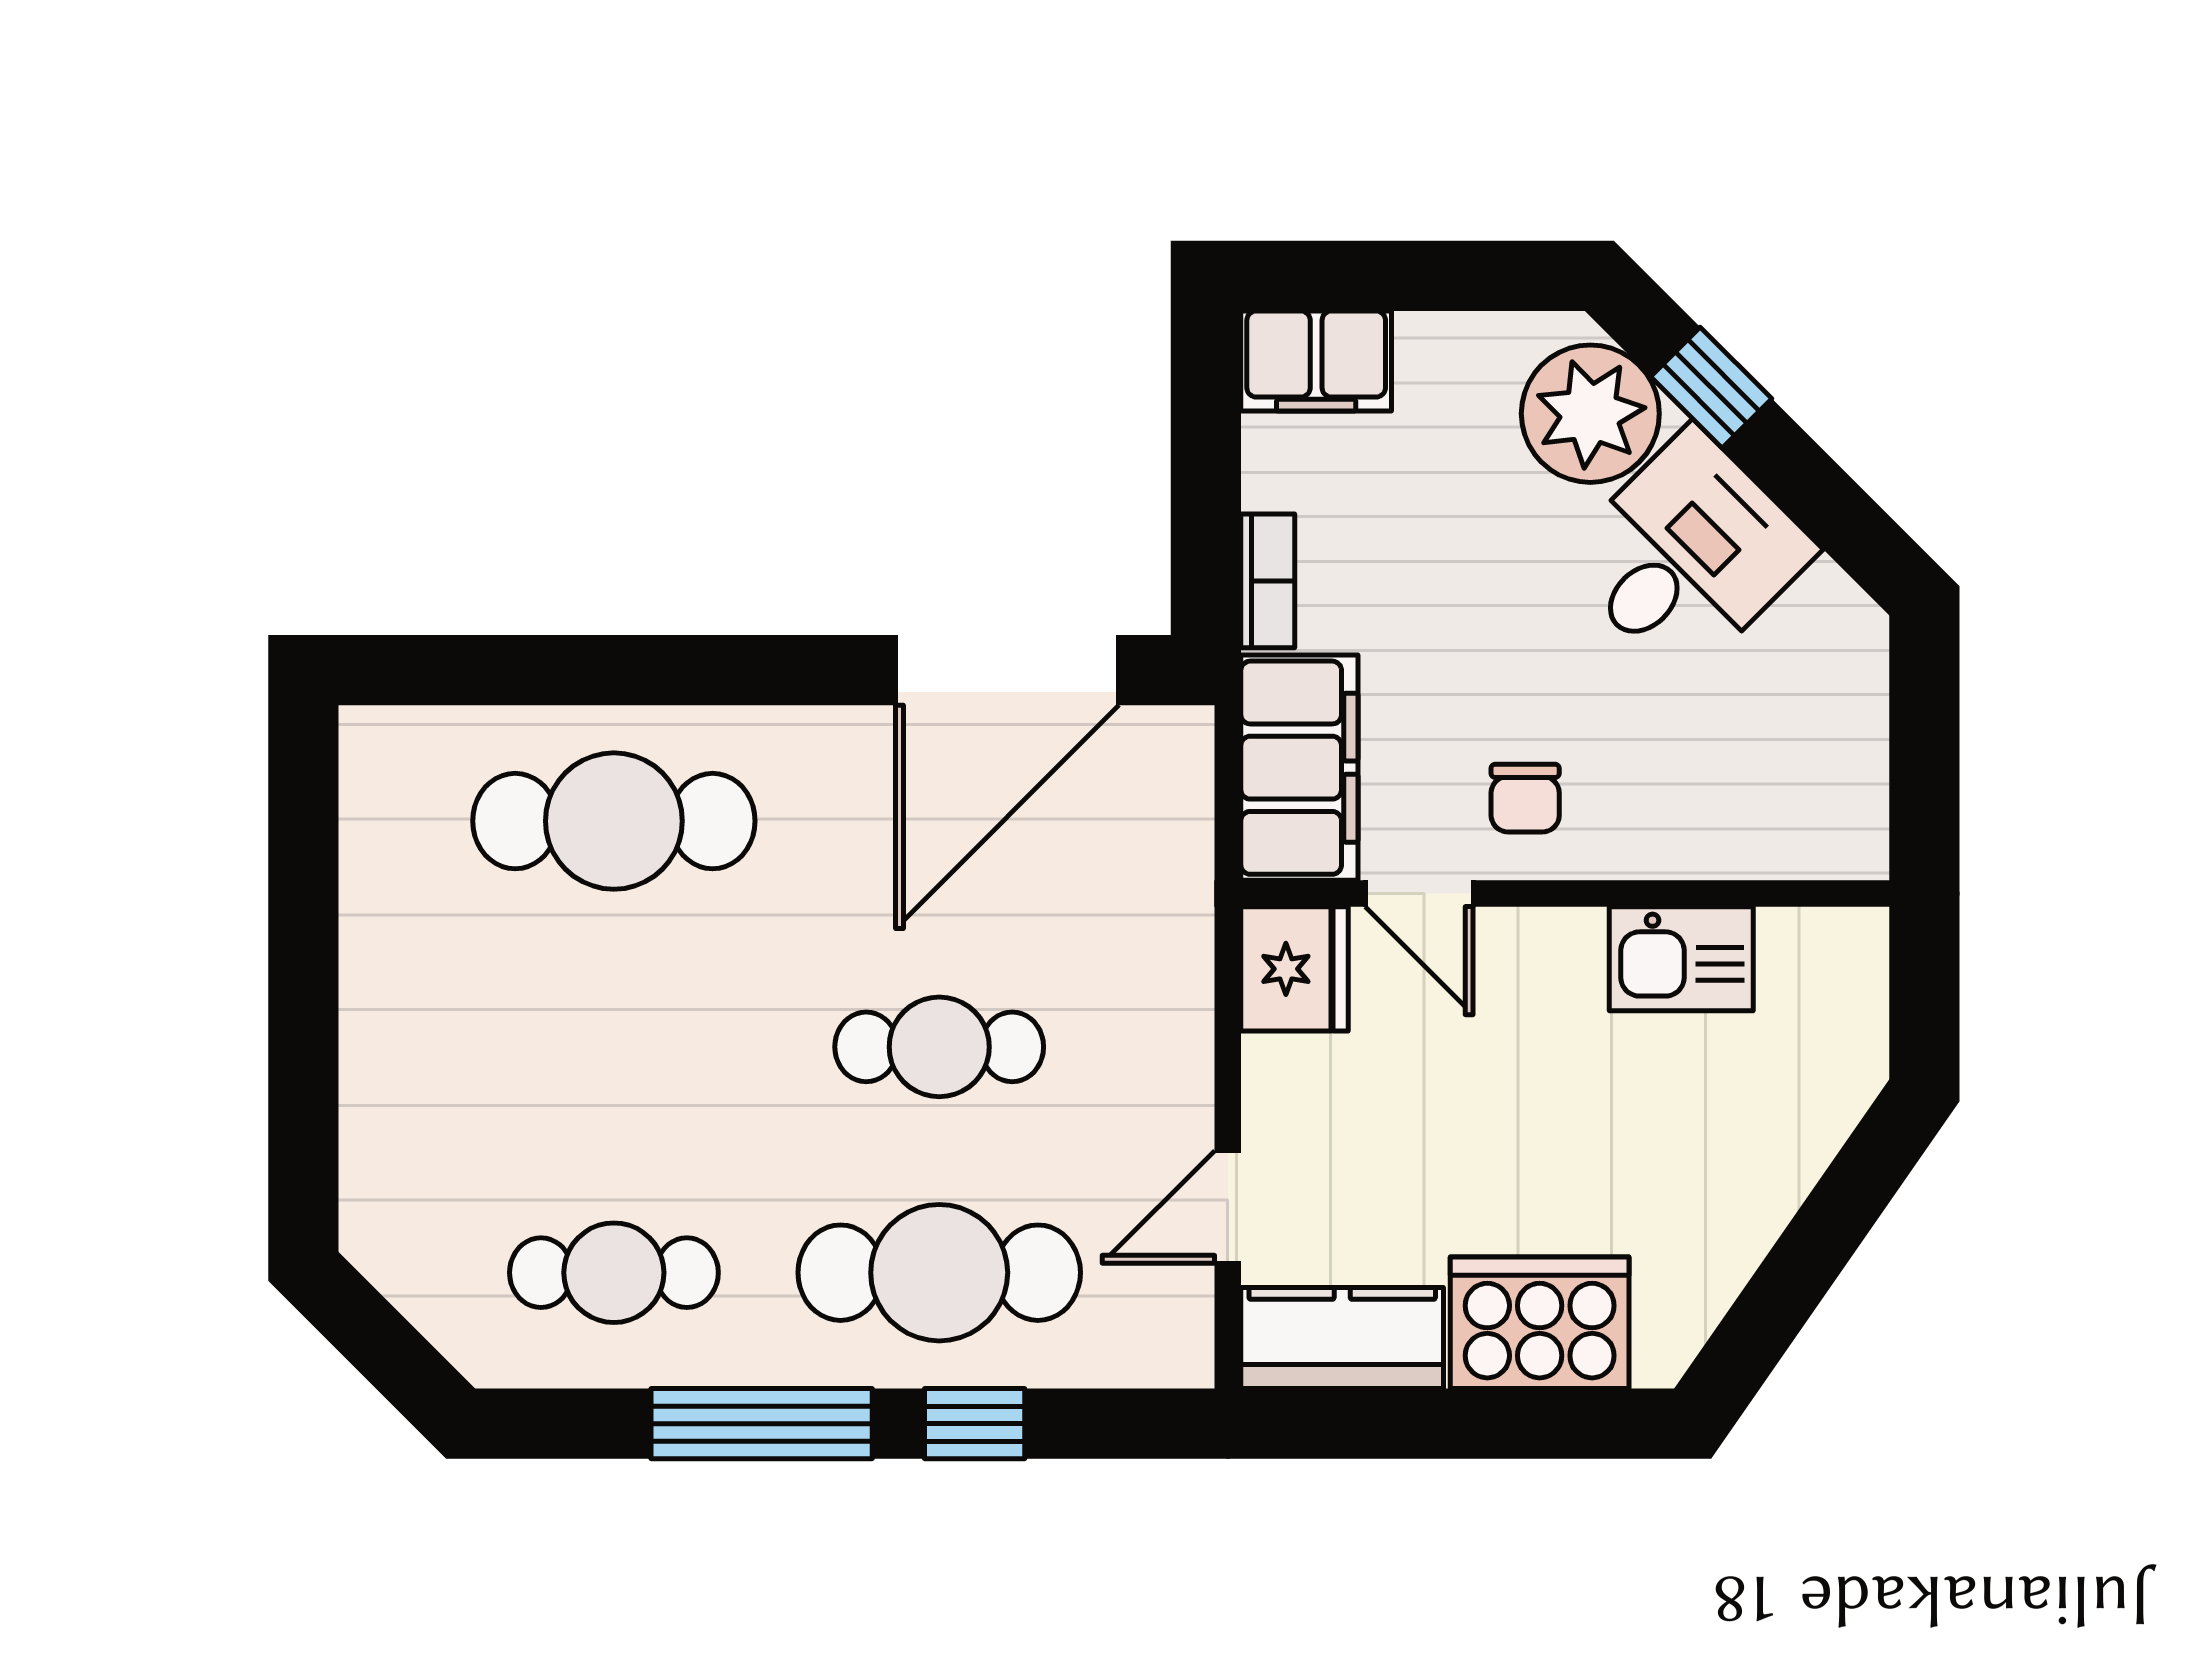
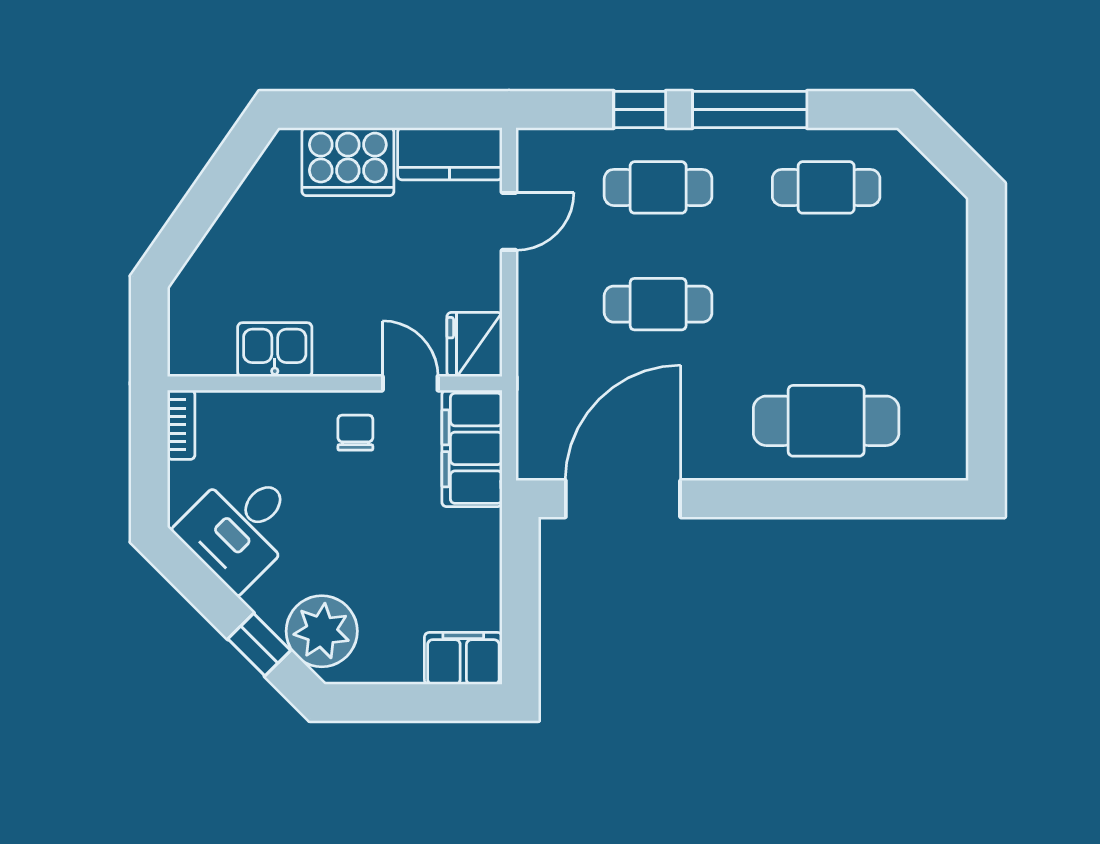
desk: (1687, 554) -> (240, 527), moved
bookcase: (1268, 581) -> (181, 425), moved, turned 180
cafe table: (939, 1273) -> (658, 187), width x0.73, depth x0.74

